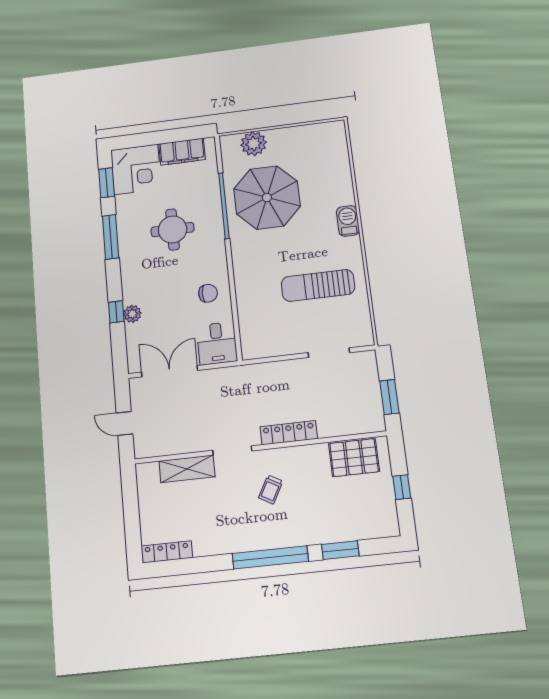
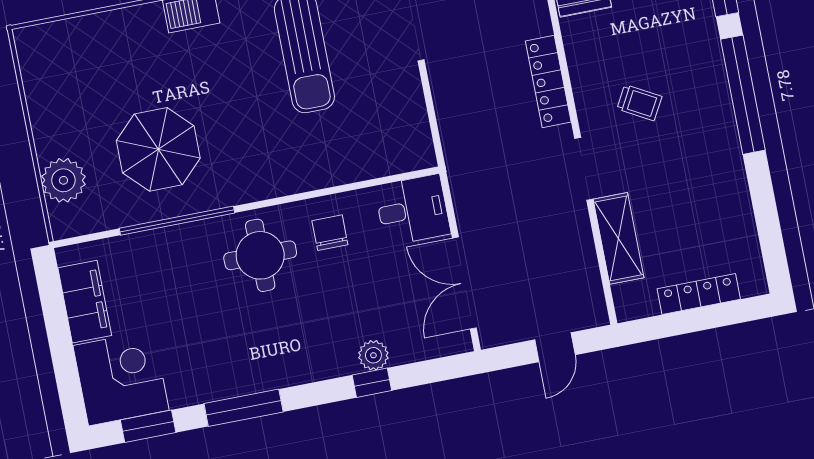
parasol: (267, 198) -> (158, 149), width x0.73, depth x0.73
round table: (173, 229) -> (260, 255), moved
locker: (167, 552) -> (699, 294), moved, turned 90

